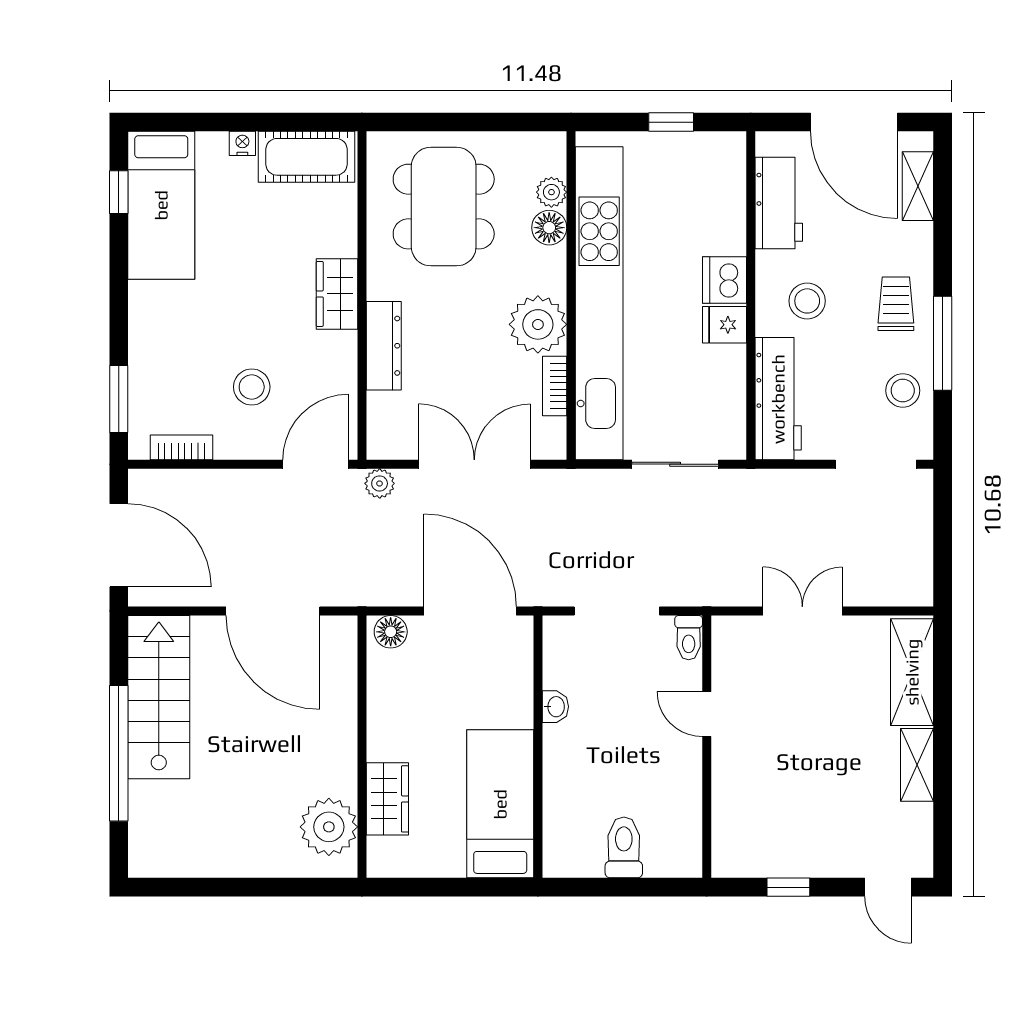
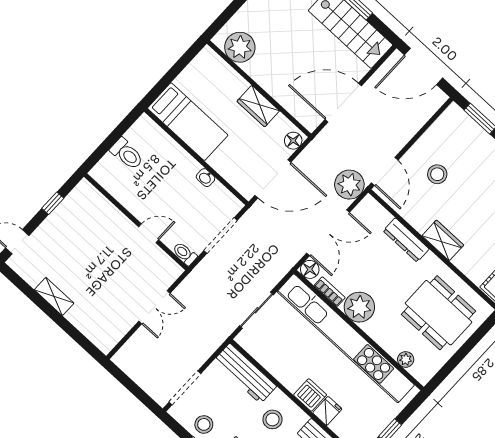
floor lamp: (549, 228) -> (310, 269), moved
fridge: (724, 325) -> (327, 411), moved
bookcase: (182, 447) -> (439, 126), removed
plant: (380, 483) -> (349, 185), width x1.87, depth x1.87
shelving: (912, 672) -> (92, 328), removed
wardrobe: (387, 799) -> (258, 106), moved

